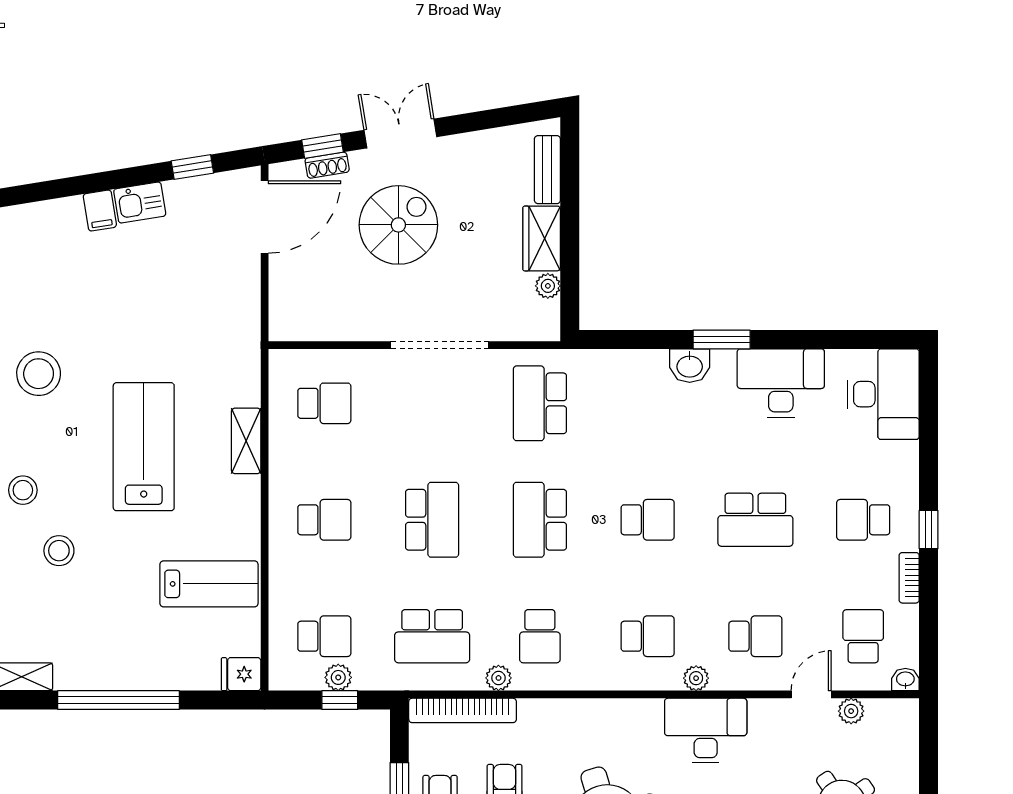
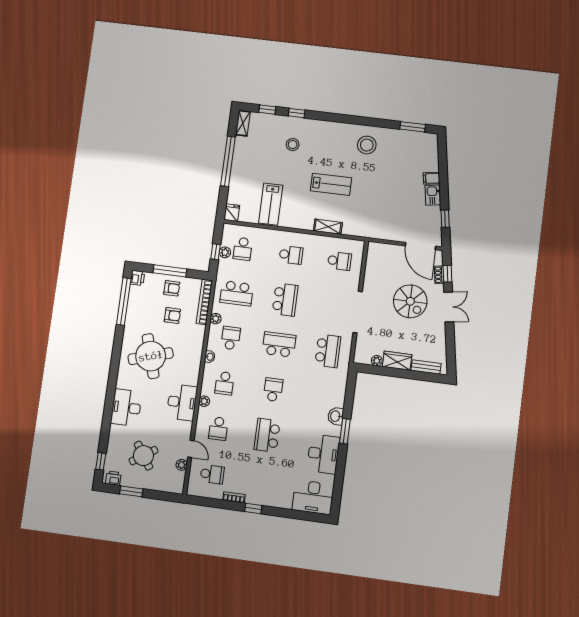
school desk: (324, 403) -> (339, 261), turned -90
school desk: (540, 403) -> (328, 351), turned 90
lab bench: (144, 447) -> (331, 184), width x0.73, depth x0.72
stool: (23, 490) -> (319, 133), removed
school desk: (324, 520) -> (291, 255), turned -90
school desk: (432, 520) -> (285, 300), turned -90
school desk: (648, 520) -> (273, 390), turned 180
school desk: (863, 520) -> (261, 481), removed
school desk: (432, 636) -> (237, 293), turned -90
school desk: (540, 636) -> (231, 338), turned 90
washbasin: (905, 680) -> (210, 357), moved

